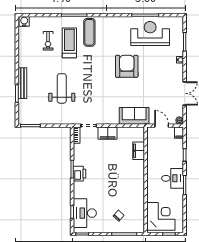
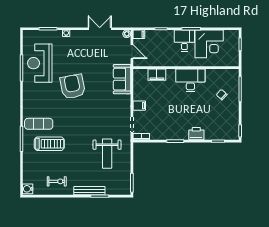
exercise bike: (48, 41) -> (57, 181), moved
treadmill: (69, 43) -> (49, 144), turned 180
armchair: (127, 66) -> (73, 86), turned 79
weight bench: (62, 88) -> (107, 154), moved, turned -90
door: (162, 126) -> (132, 52), swing flipped
filing cabinet: (108, 133) -> (139, 106), width x0.50
printer: (80, 174) -> (196, 134), moved
desk: (85, 213) -> (190, 80), moved, turned 180
corner desk: (161, 216) -> (209, 44), moved, turned 180

